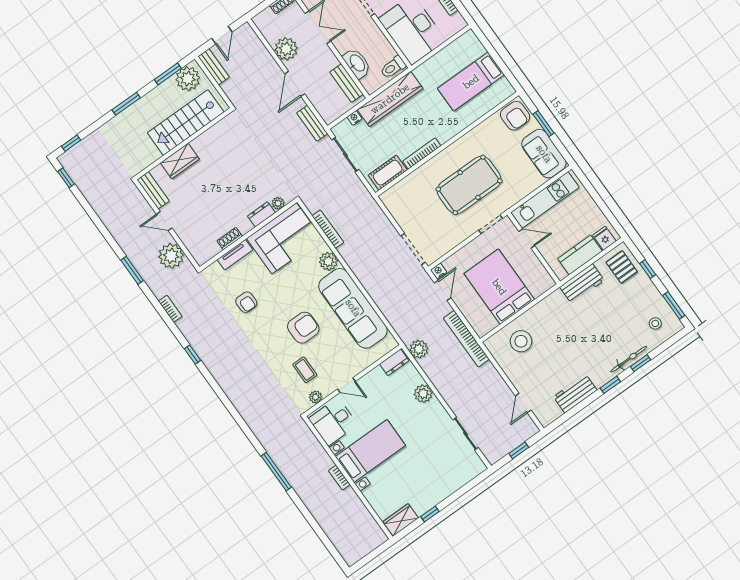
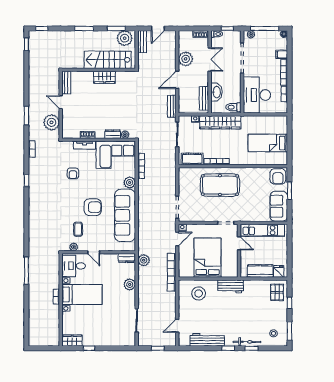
wardrobe: (180, 161) -> (105, 77), moved
pool table: (469, 185) -> (220, 185), moved
workbench: (582, 284) -> (231, 286), moved
workbench: (575, 393) -> (207, 340), width x1.38

